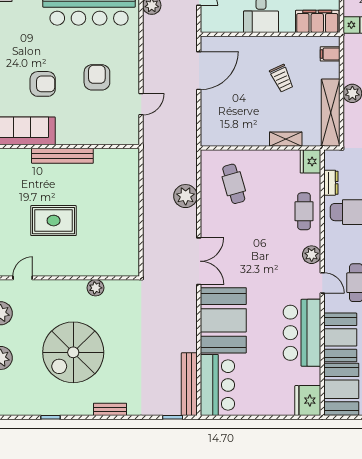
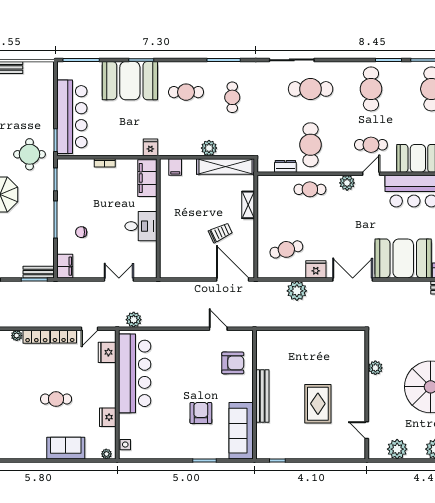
door: (199, 71) -> (233, 279), moved
armchair: (97, 77) -> (233, 363), moved, turned 180
trolley: (282, 78) -> (220, 233), moved
fridge: (310, 161) -> (316, 269), moved, turned 180

